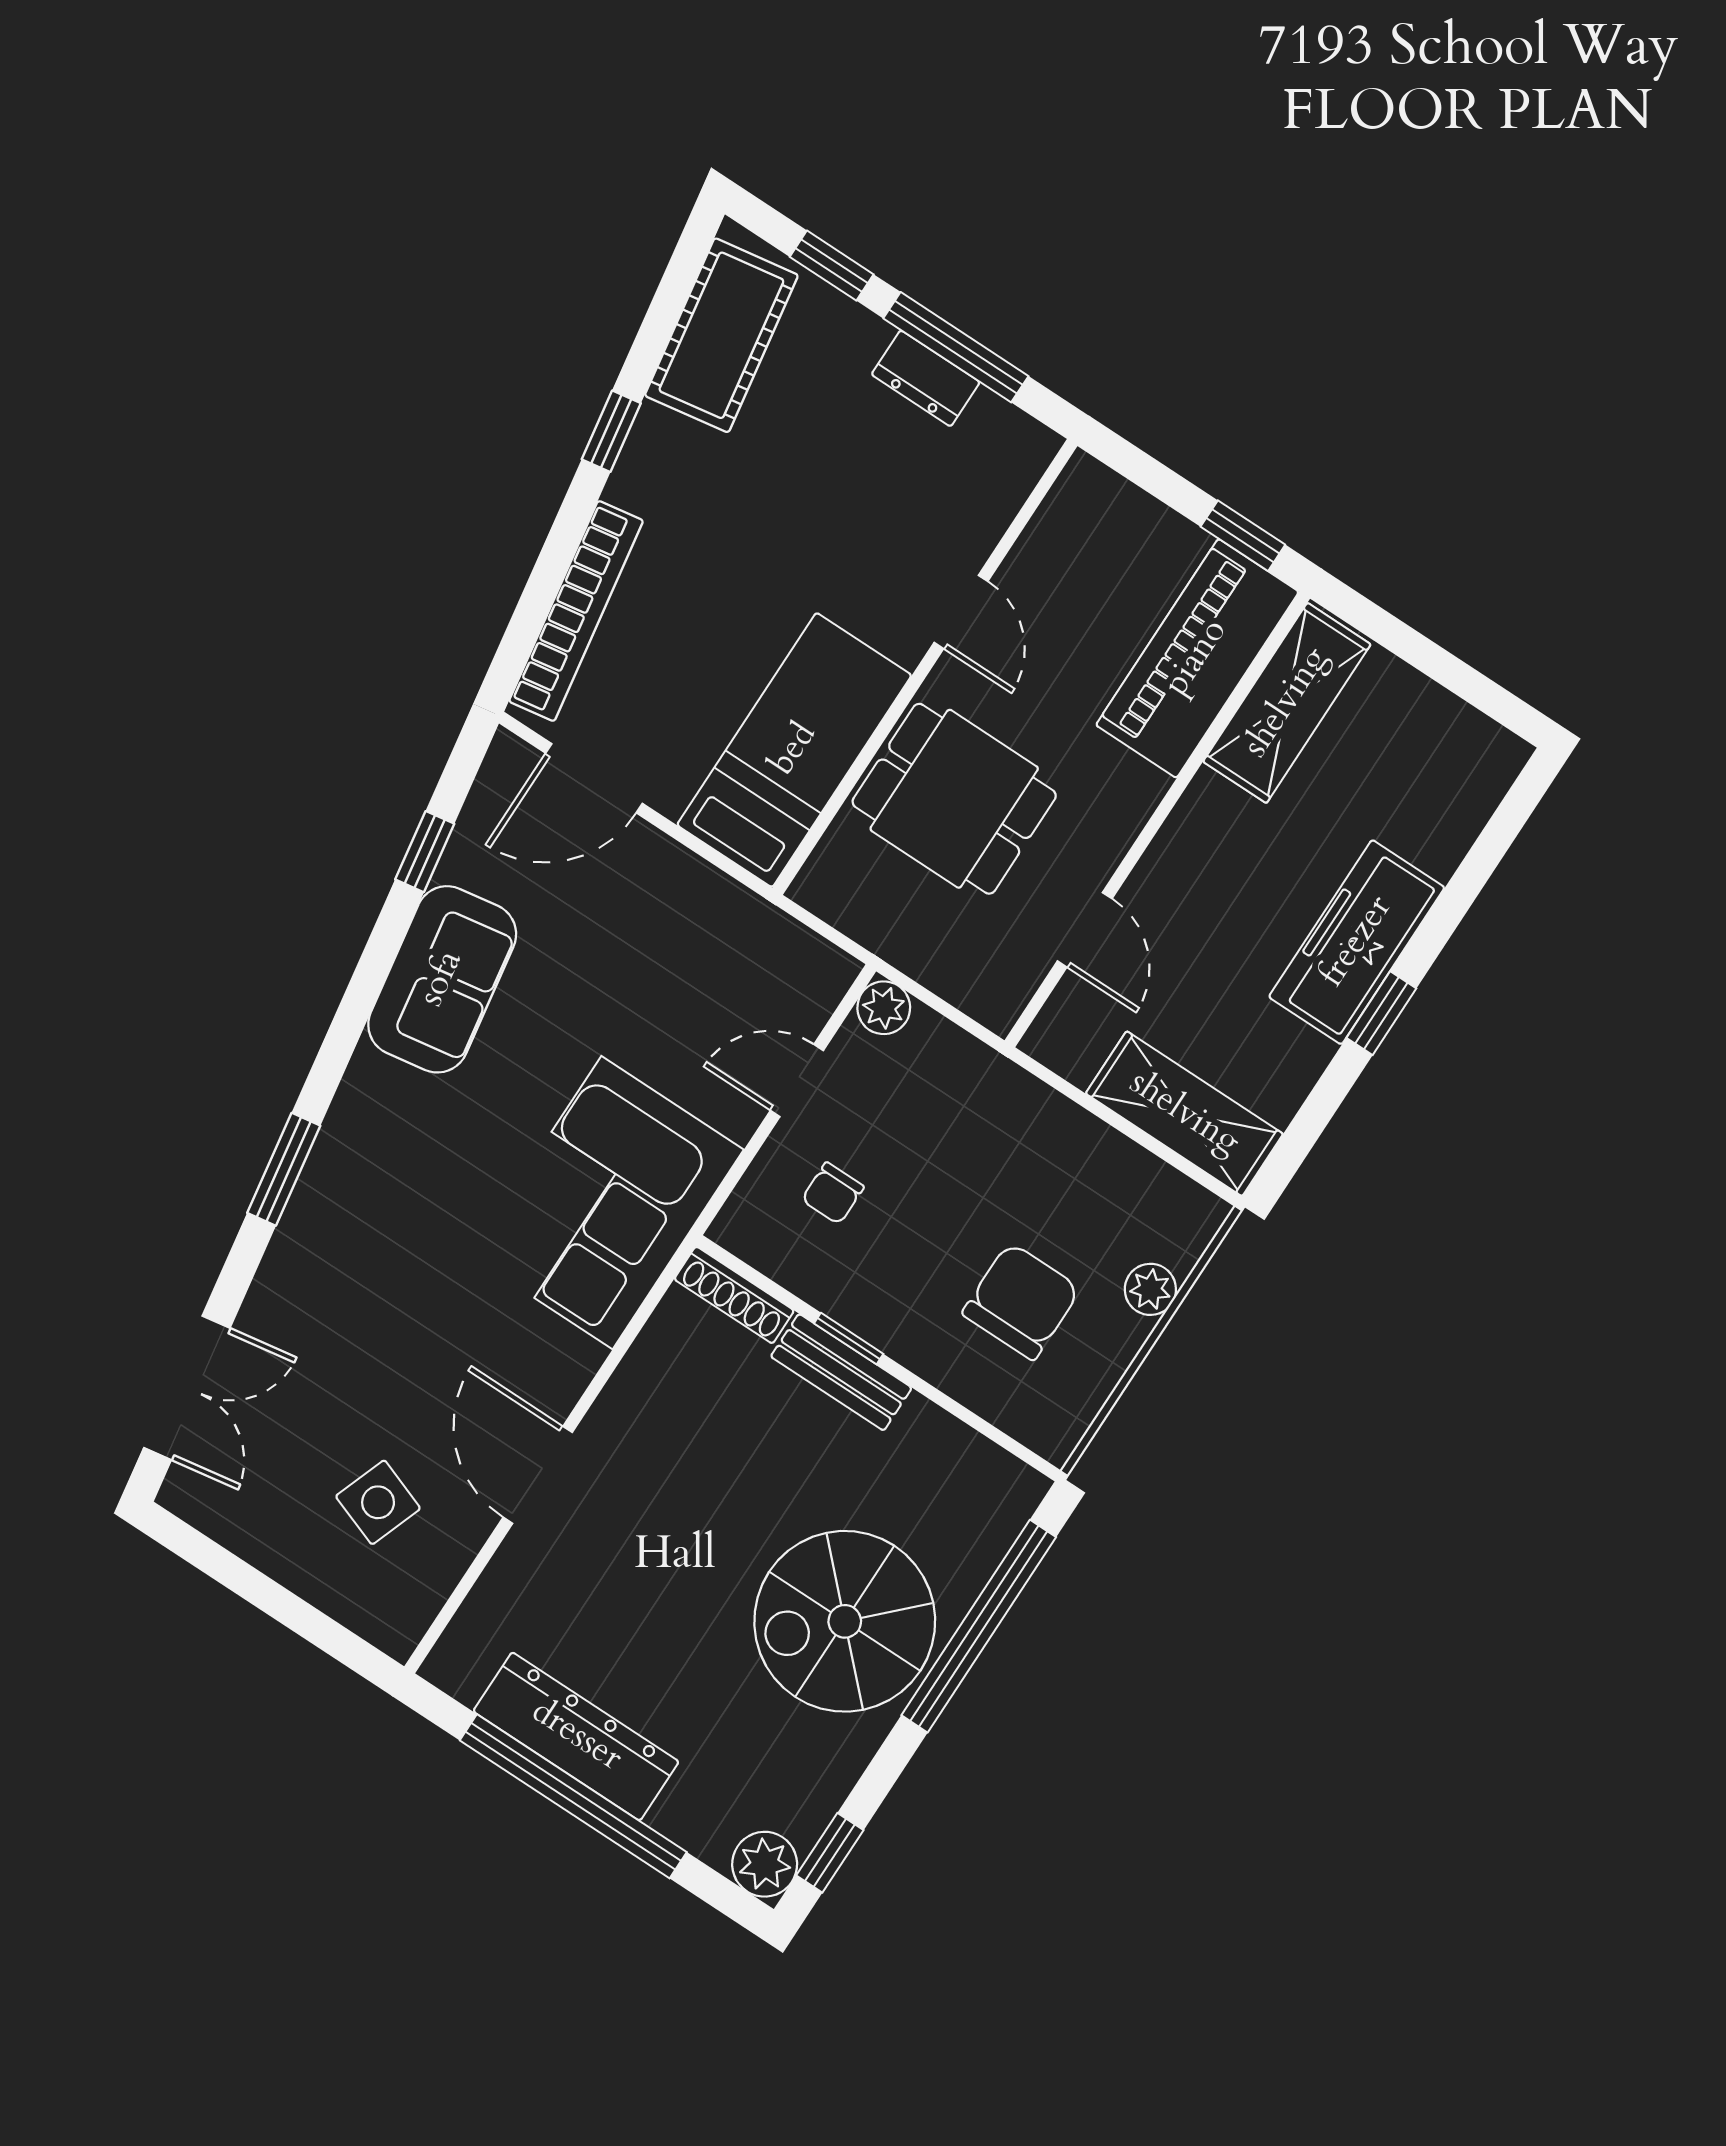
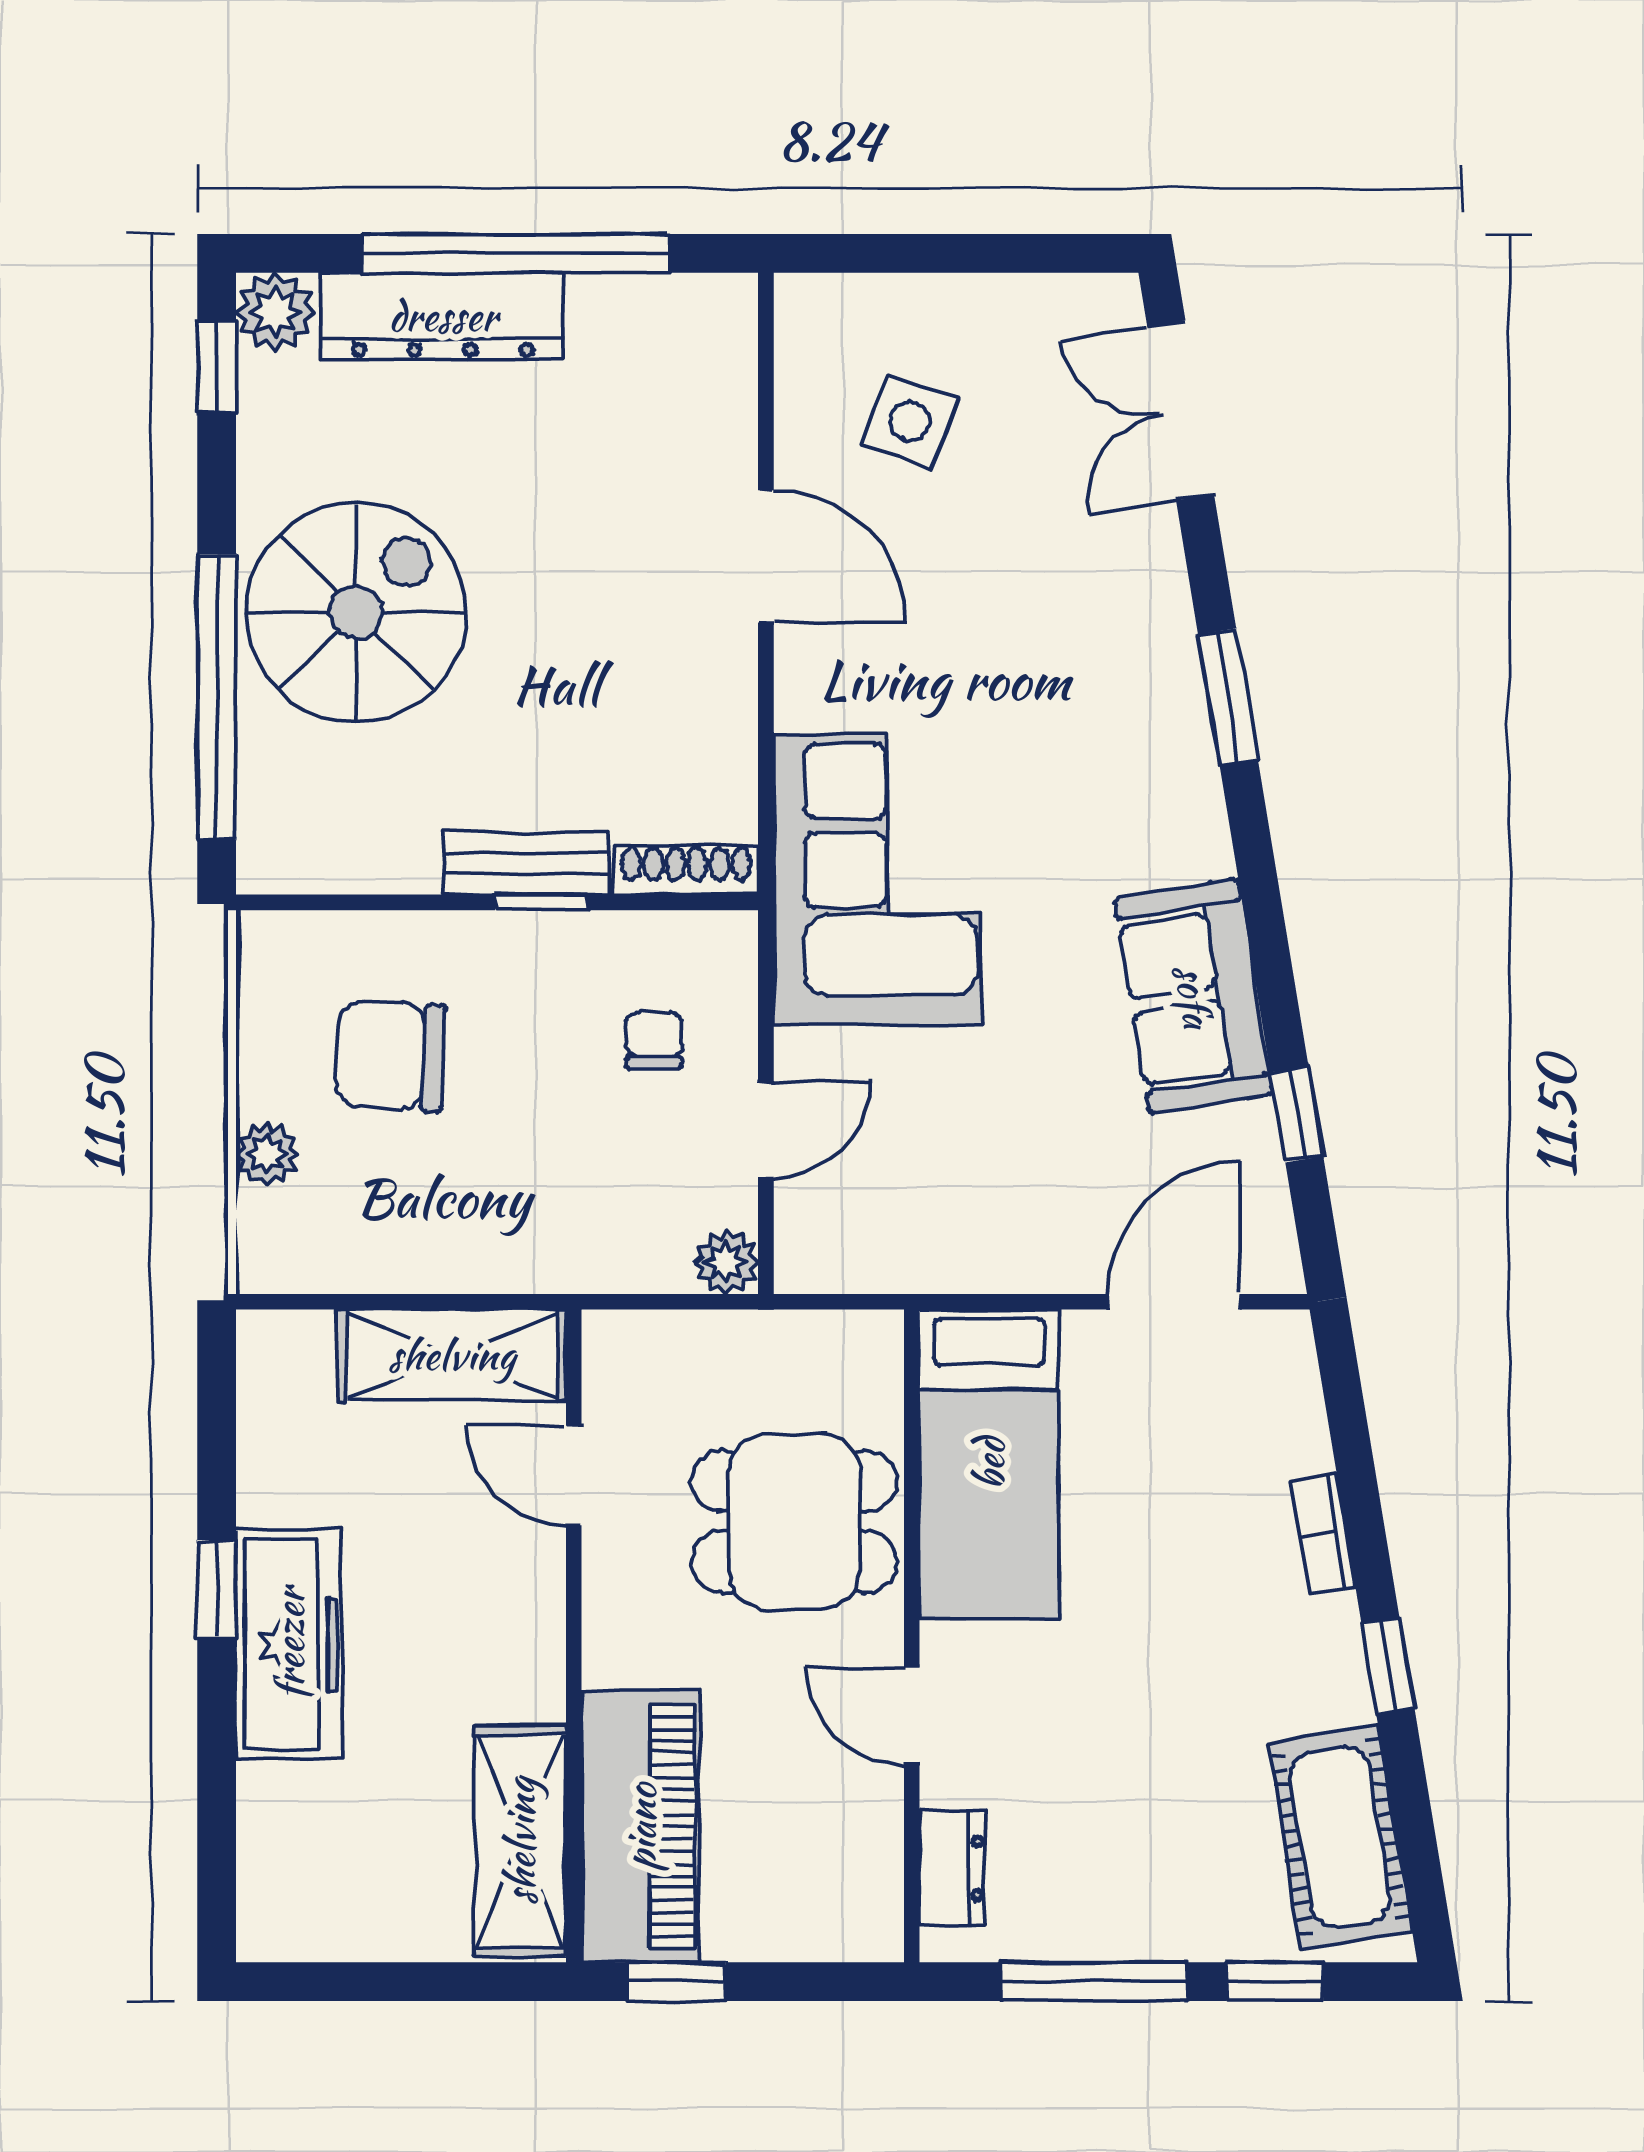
dresser: (926, 378) -> (952, 1868), moved, turned 90
bookcase: (576, 611) -> (1323, 1534), width x0.43, depth x0.76
shelving: (1184, 1114) -> (452, 1355), moved
chair: (1021, 1301) -> (390, 1056), turned 93
dresser: (576, 1736) -> (443, 316), moved

